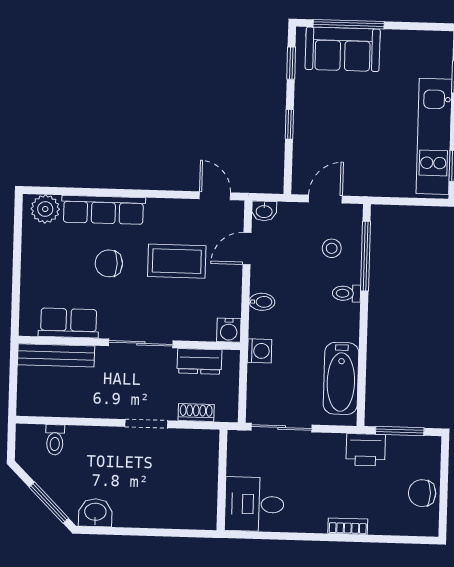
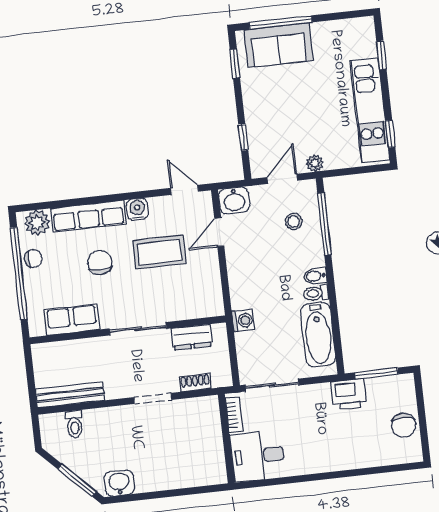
window: (289, 124) -> (243, 137), moved
plant: (364, 187) -> (315, 163), added
washbasin: (264, 211) -> (234, 200), width x1.38, depth x1.45
chair: (35, 248) -> (33, 259), added
window: (17, 263) -> (19, 273), added
chair: (109, 263) -> (100, 263), turned 90
toilet: (346, 293) -> (316, 293), moved
bidet: (262, 302) -> (315, 276), moved, turned 180
water cooler: (229, 330) -> (137, 209), moved, turned 180
bench: (56, 355) -> (70, 395), moved
chair: (422, 493) -> (404, 425), turned -90
bookcase: (348, 526) -> (234, 415), moved, turned 90

